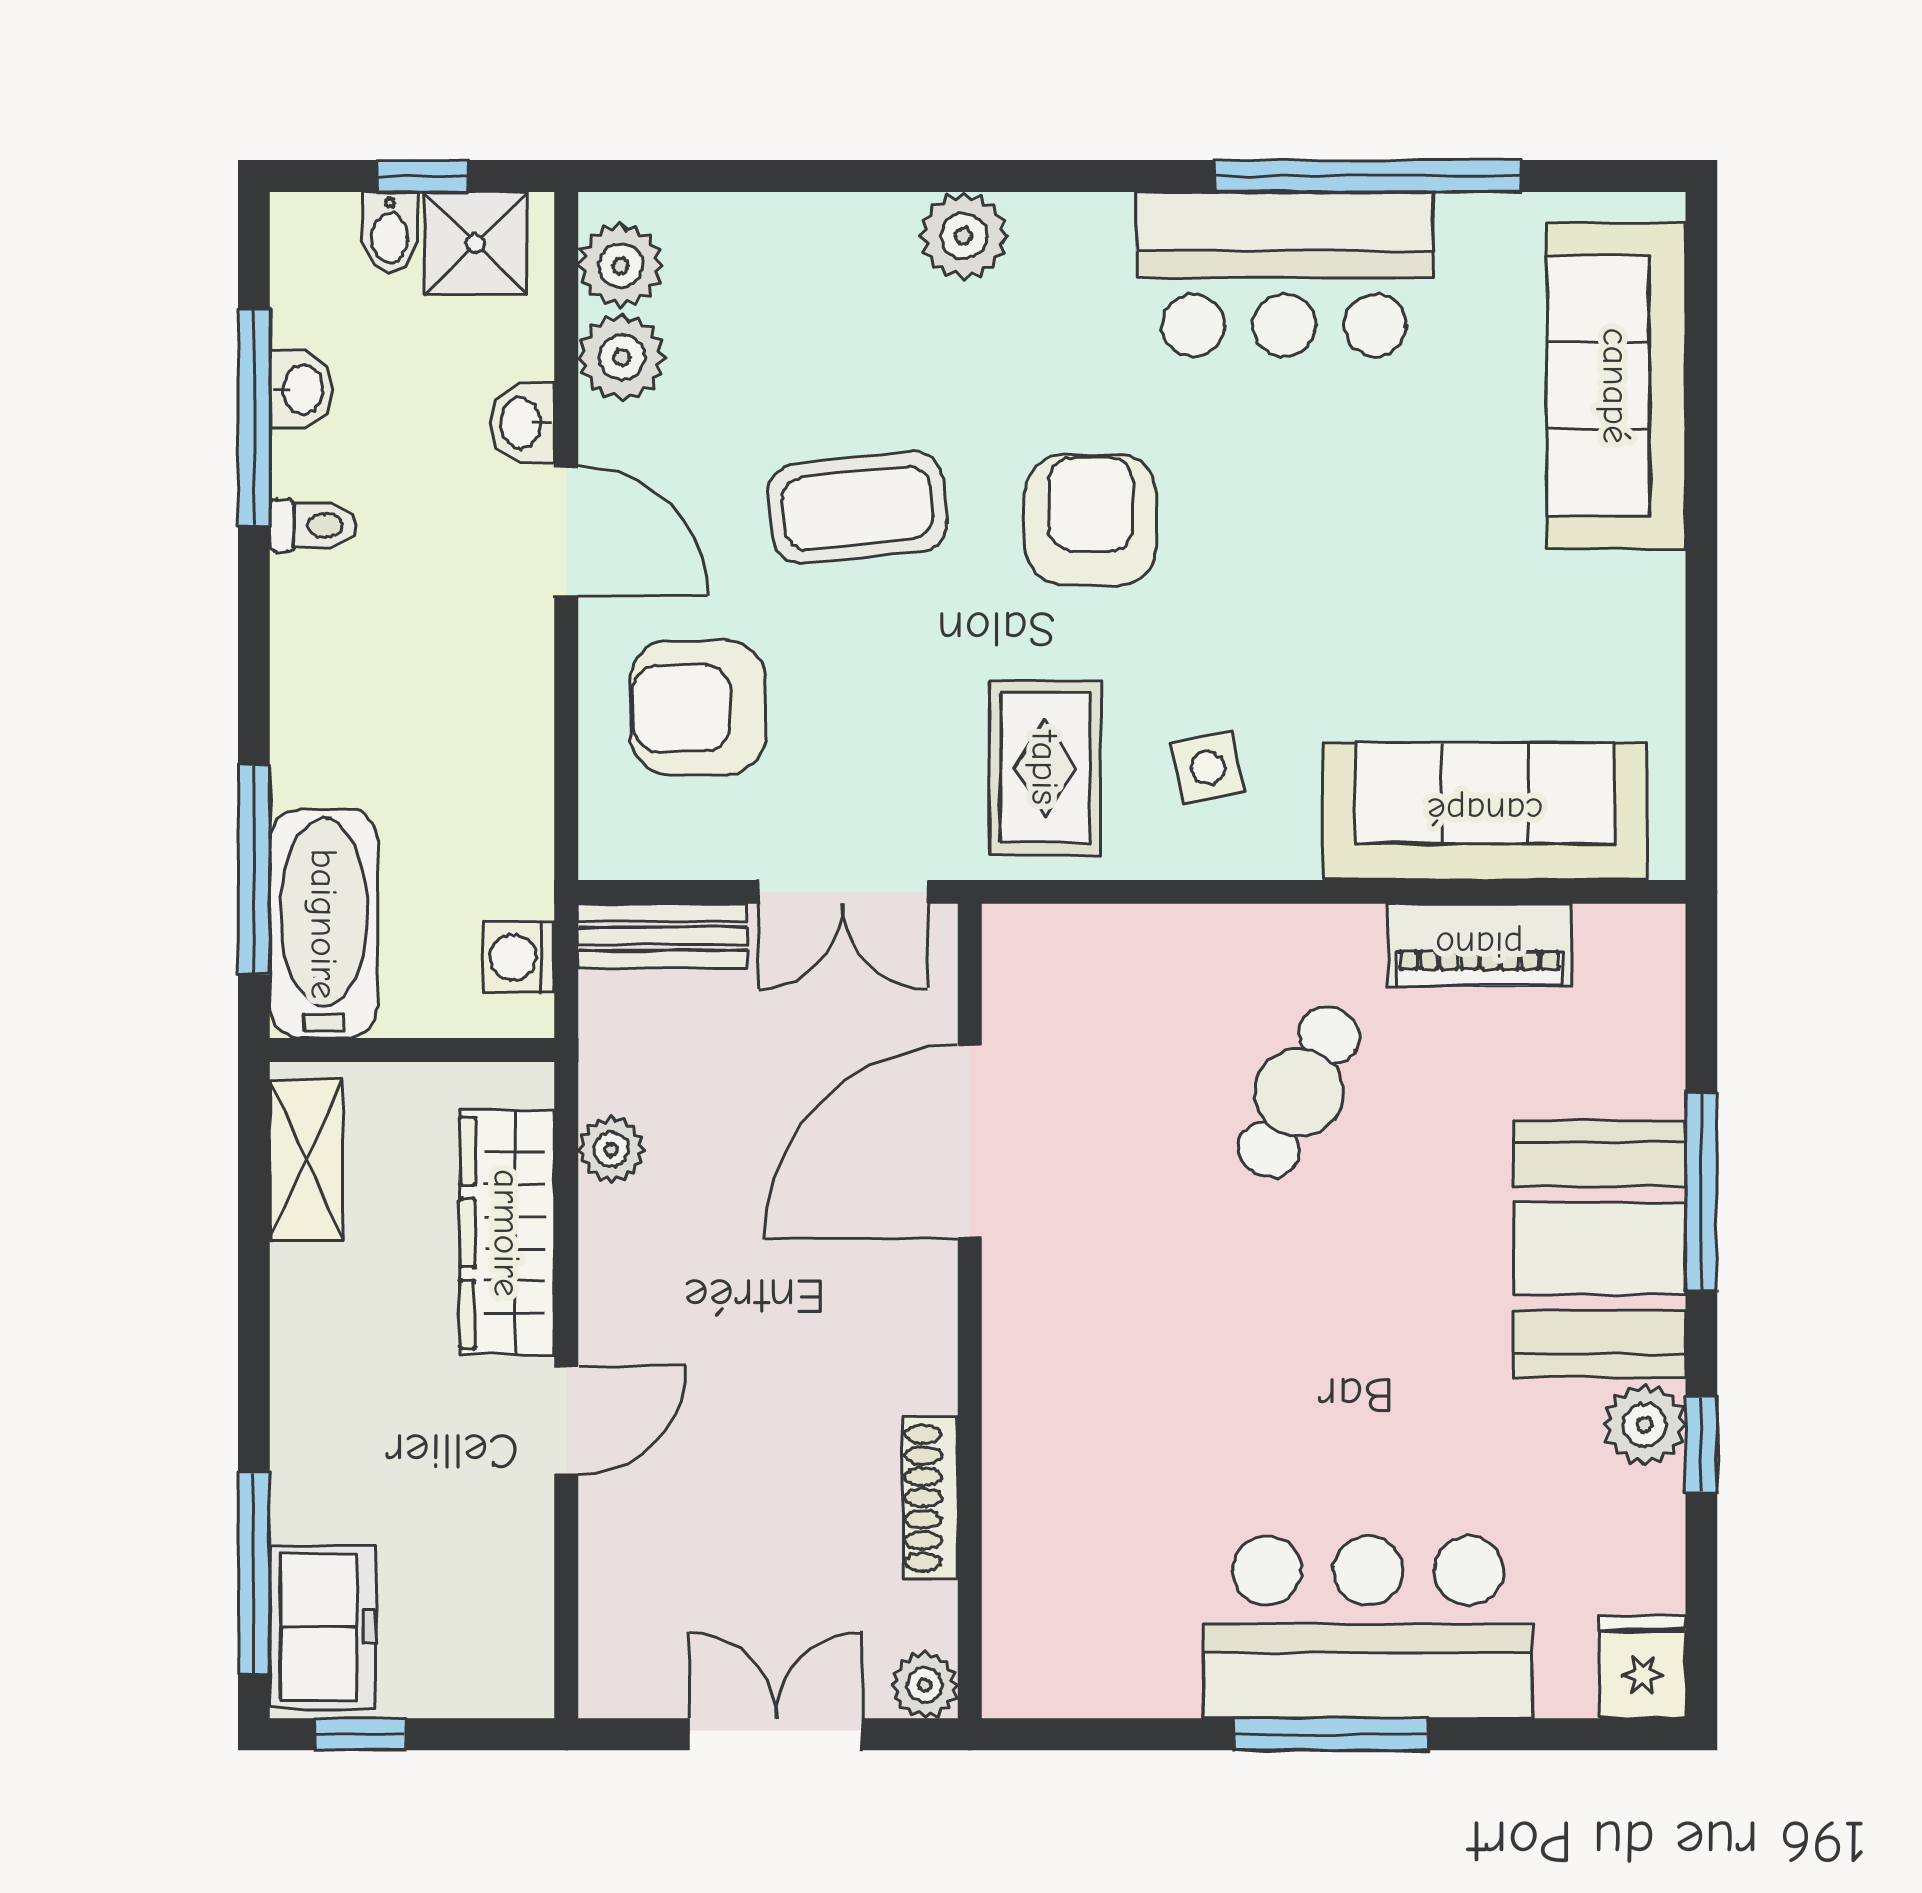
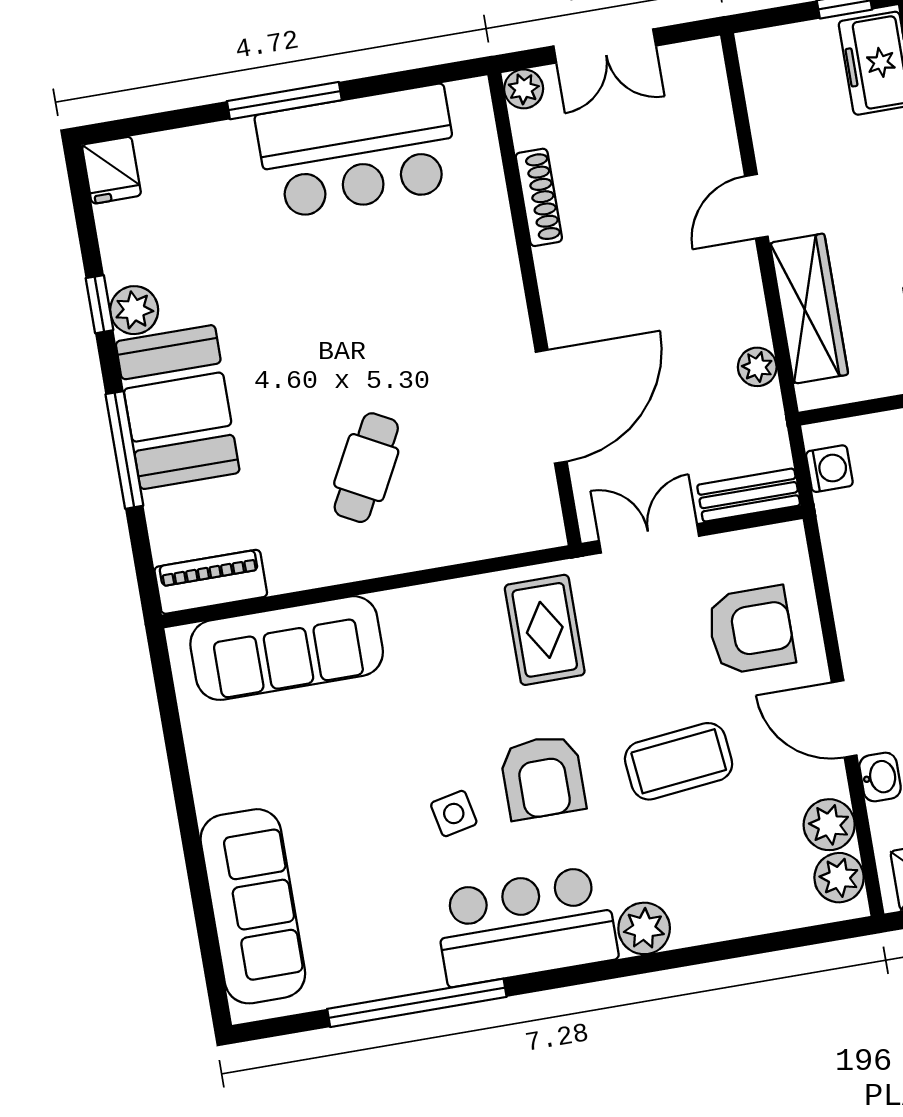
bar counter: (1284, 274) -> (526, 926), moved
side table: (1208, 768) -> (454, 813), moved
piano: (1479, 945) -> (211, 582), moved
bar counter: (1368, 1627) -> (358, 152), moved

